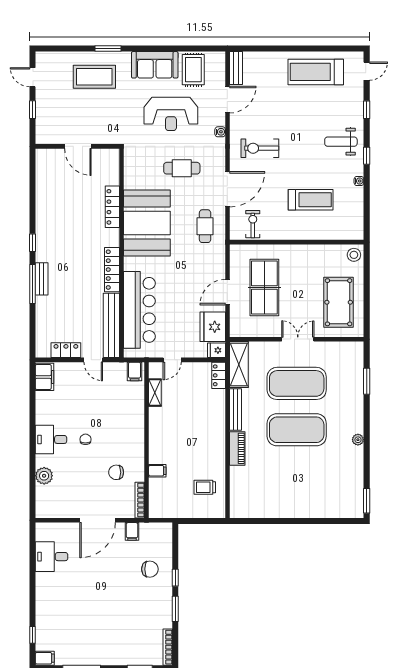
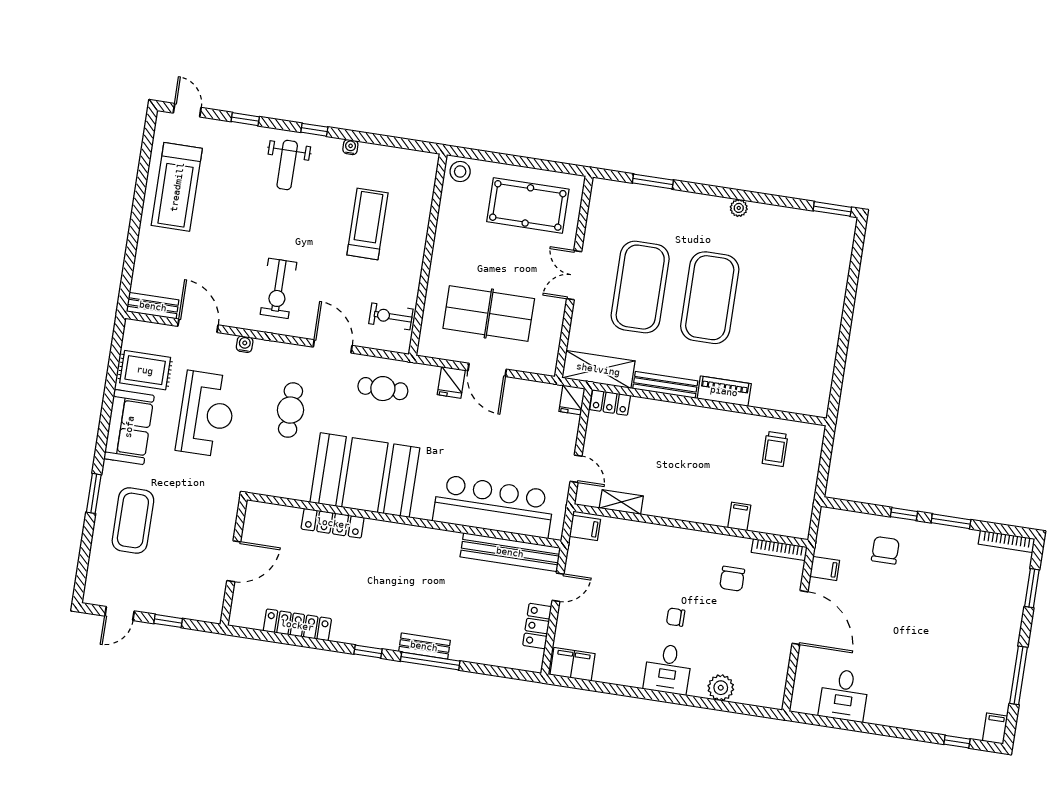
door: (227, 189) -> (333, 346), width x0.73
locker: (112, 270) -> (297, 625), moved, turned 180
fridge: (213, 327) -> (451, 382), moved, width x0.53, depth x0.75

